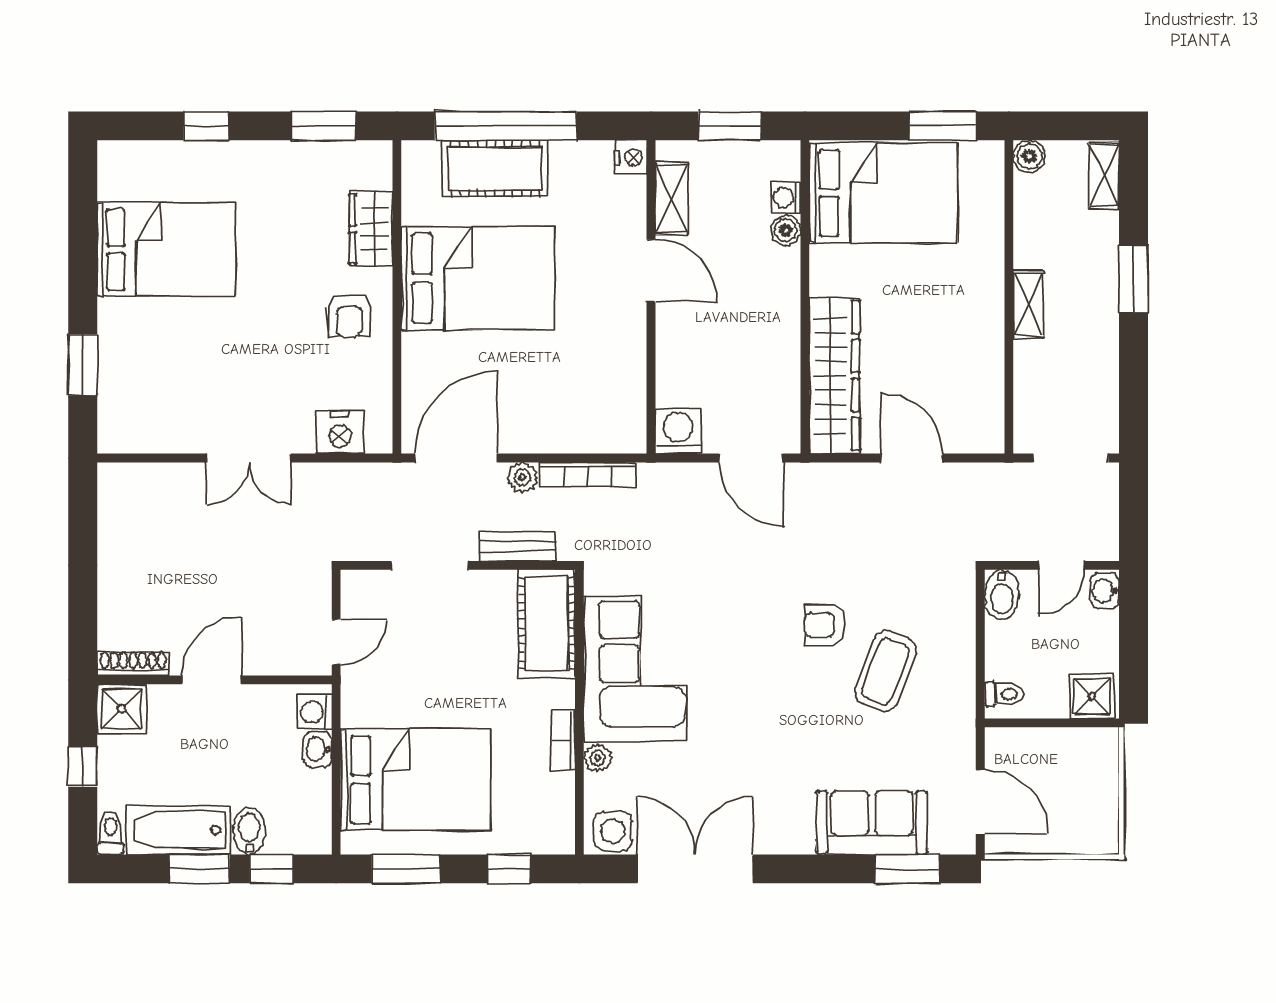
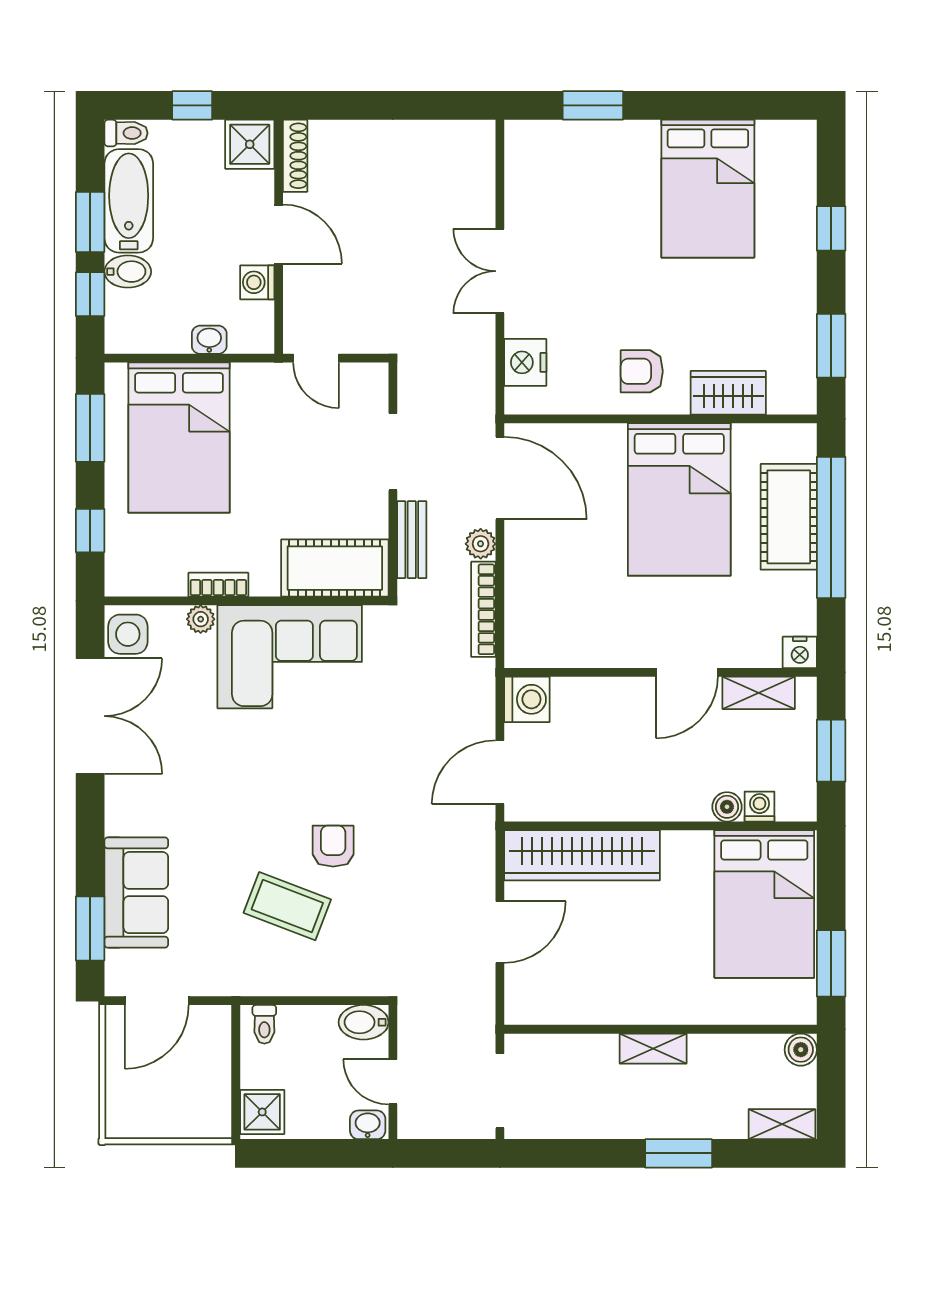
washing machine: (315, 712) -> (257, 282), moved, turned -90

